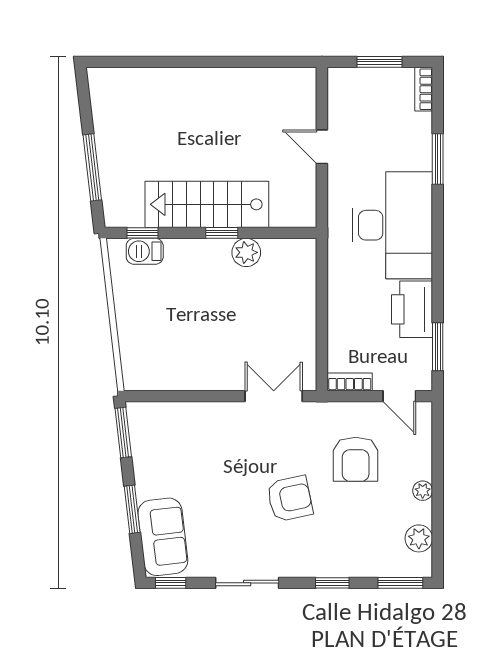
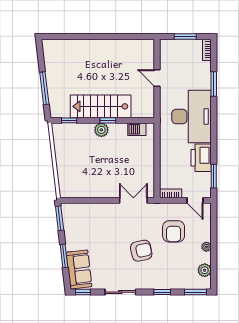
barbecue: (145, 251) -> (137, 129), moved
plant: (246, 252) -> (101, 130), moved

